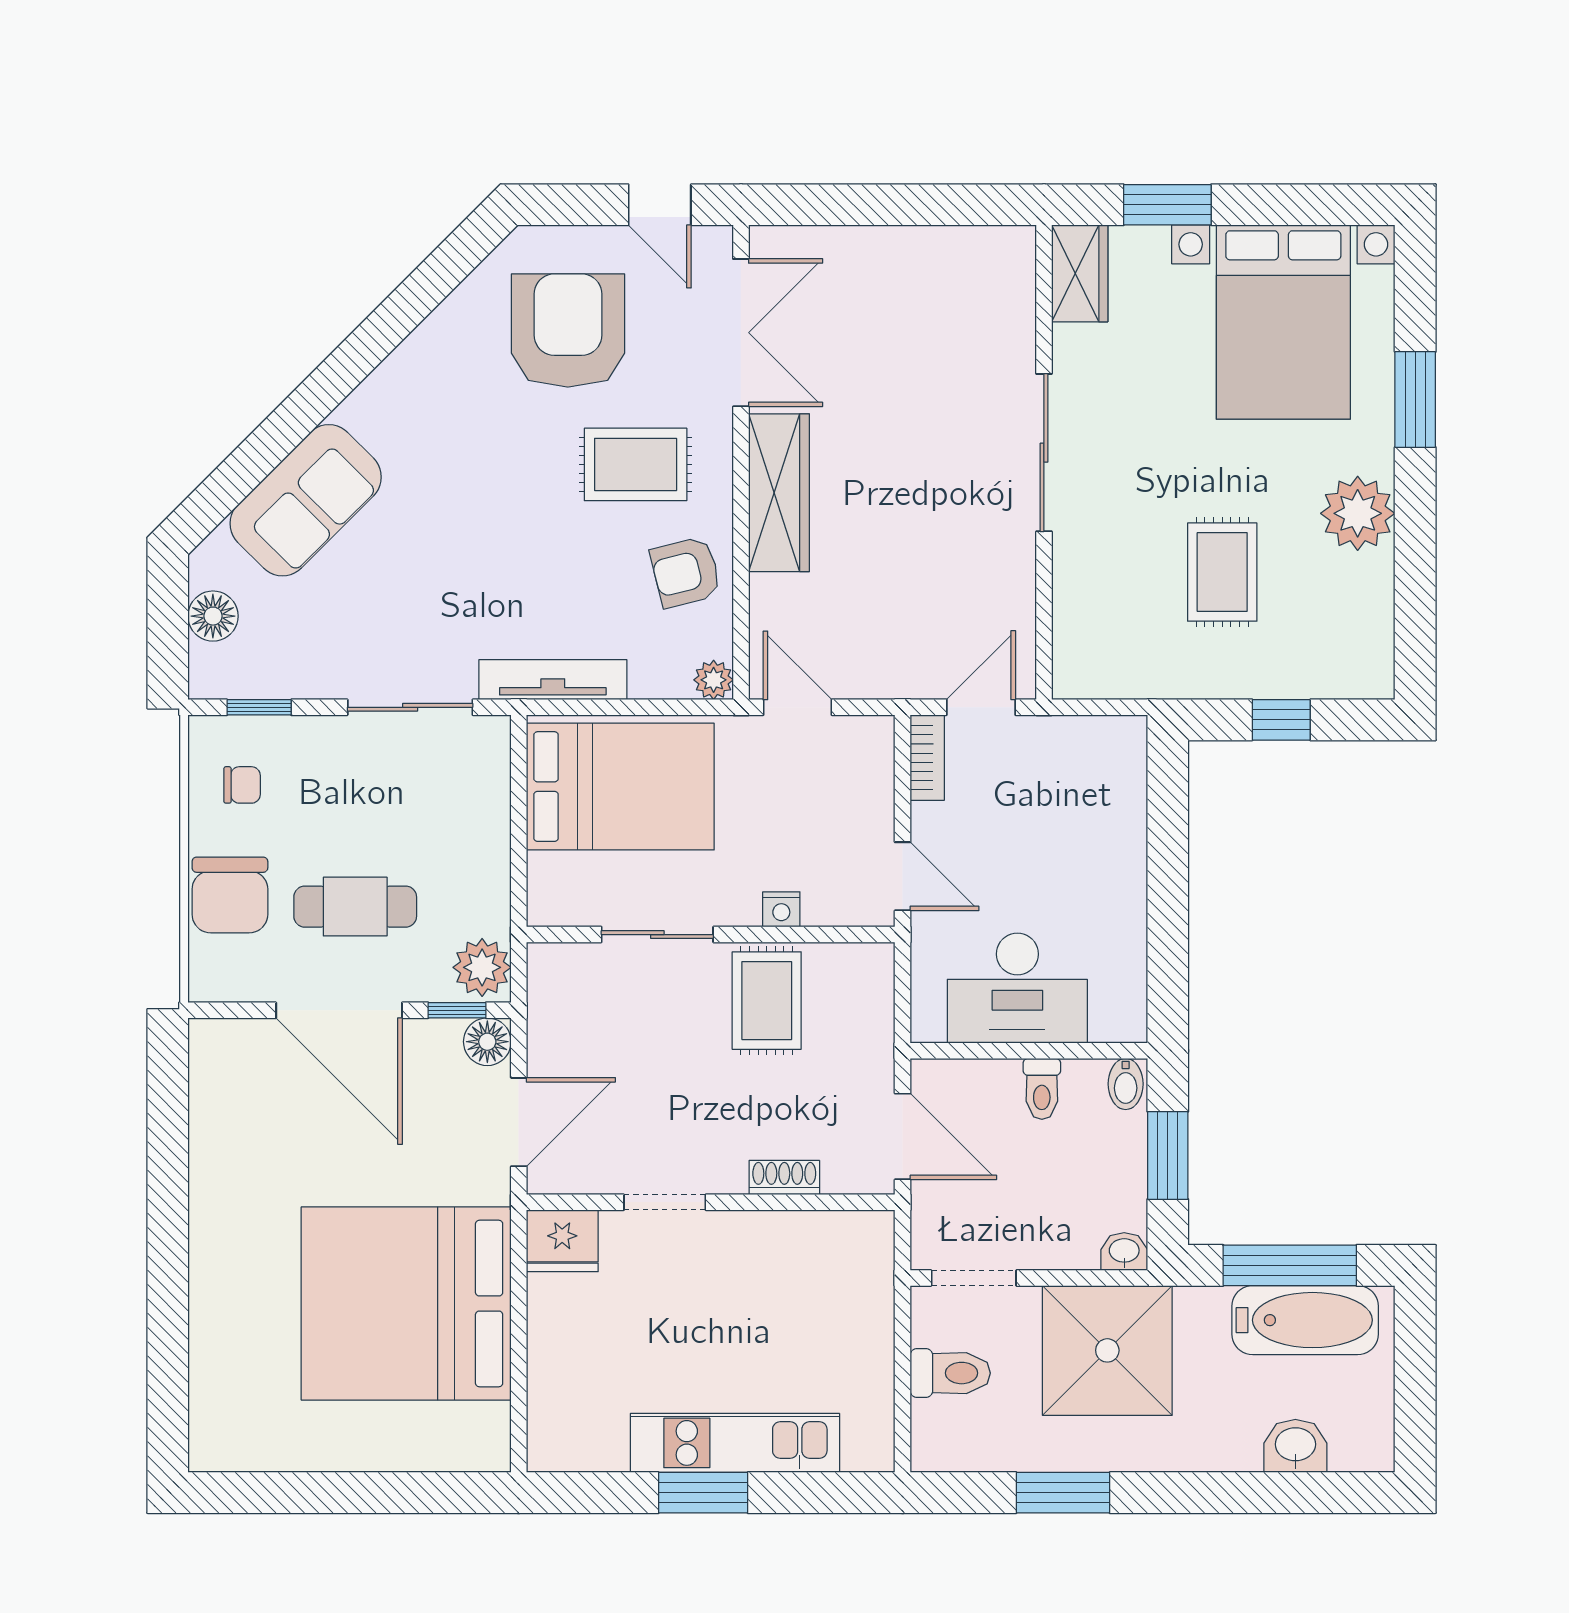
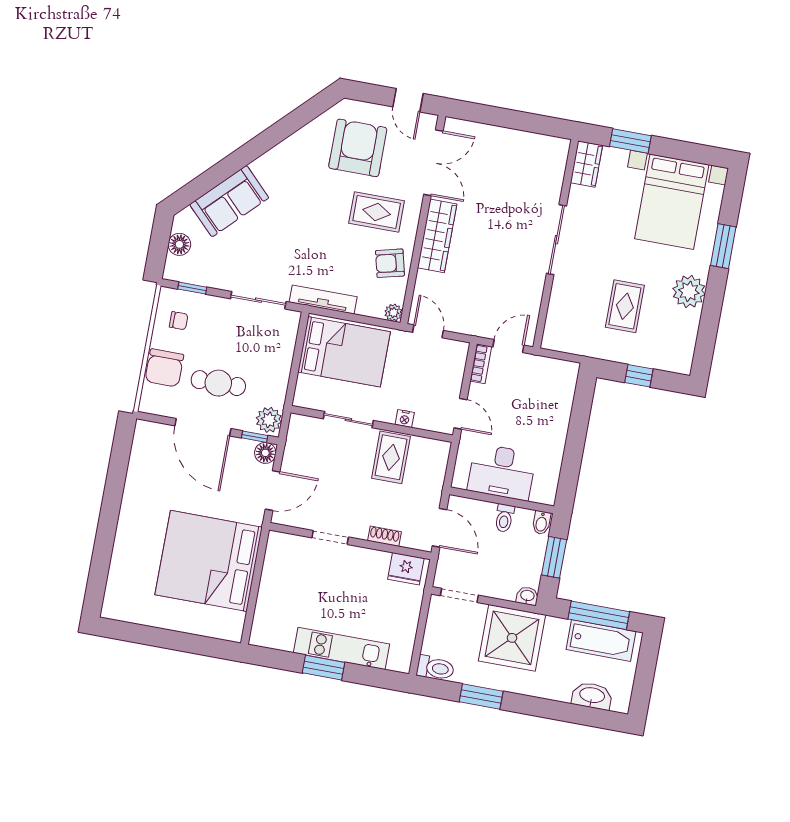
fridge: (562, 1241) -> (406, 569), moved
toilet: (950, 1373) -> (435, 668), moved
washbasin: (1295, 1446) -> (592, 696), width x1.38

